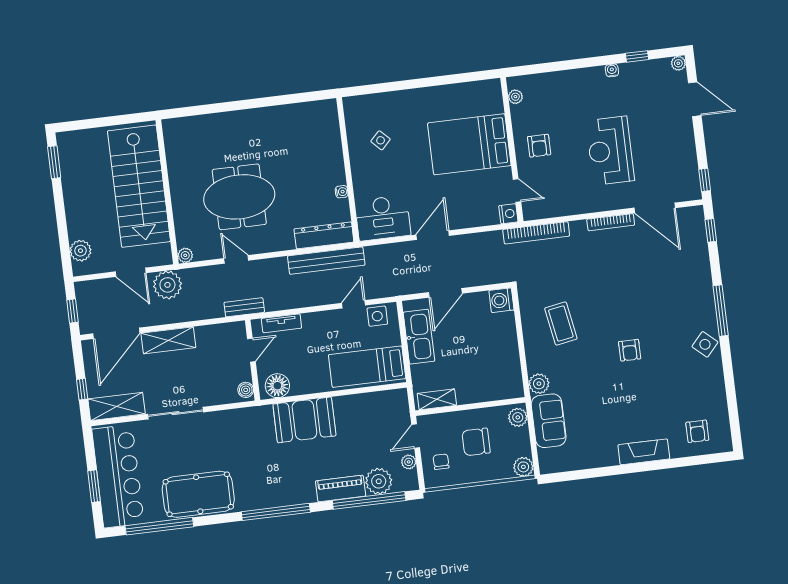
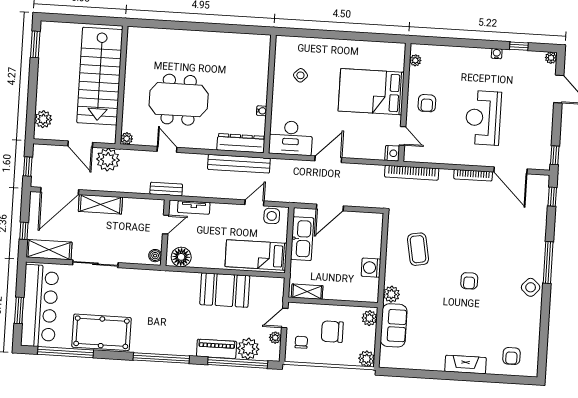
washing machine: (501, 300) -> (371, 268), moved
booth: (304, 420) -> (225, 290), moved

